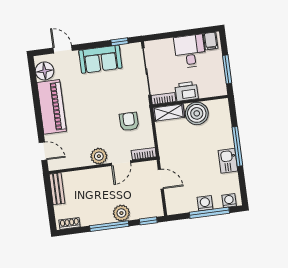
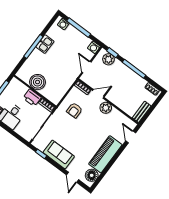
shelving: (169, 113) -> (51, 96), removed
washing machine: (205, 203) -> (94, 47), moved
plant: (121, 213) -> (108, 59), moved

